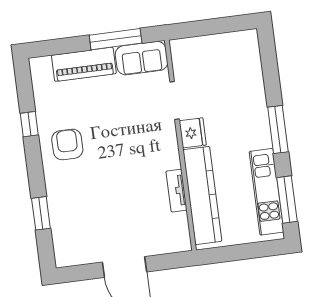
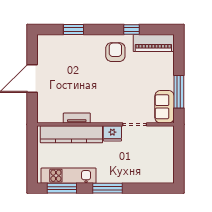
piano: (84, 64) -> (153, 43), moved, turned -90
armchair: (67, 144) -> (115, 52), turned -90

